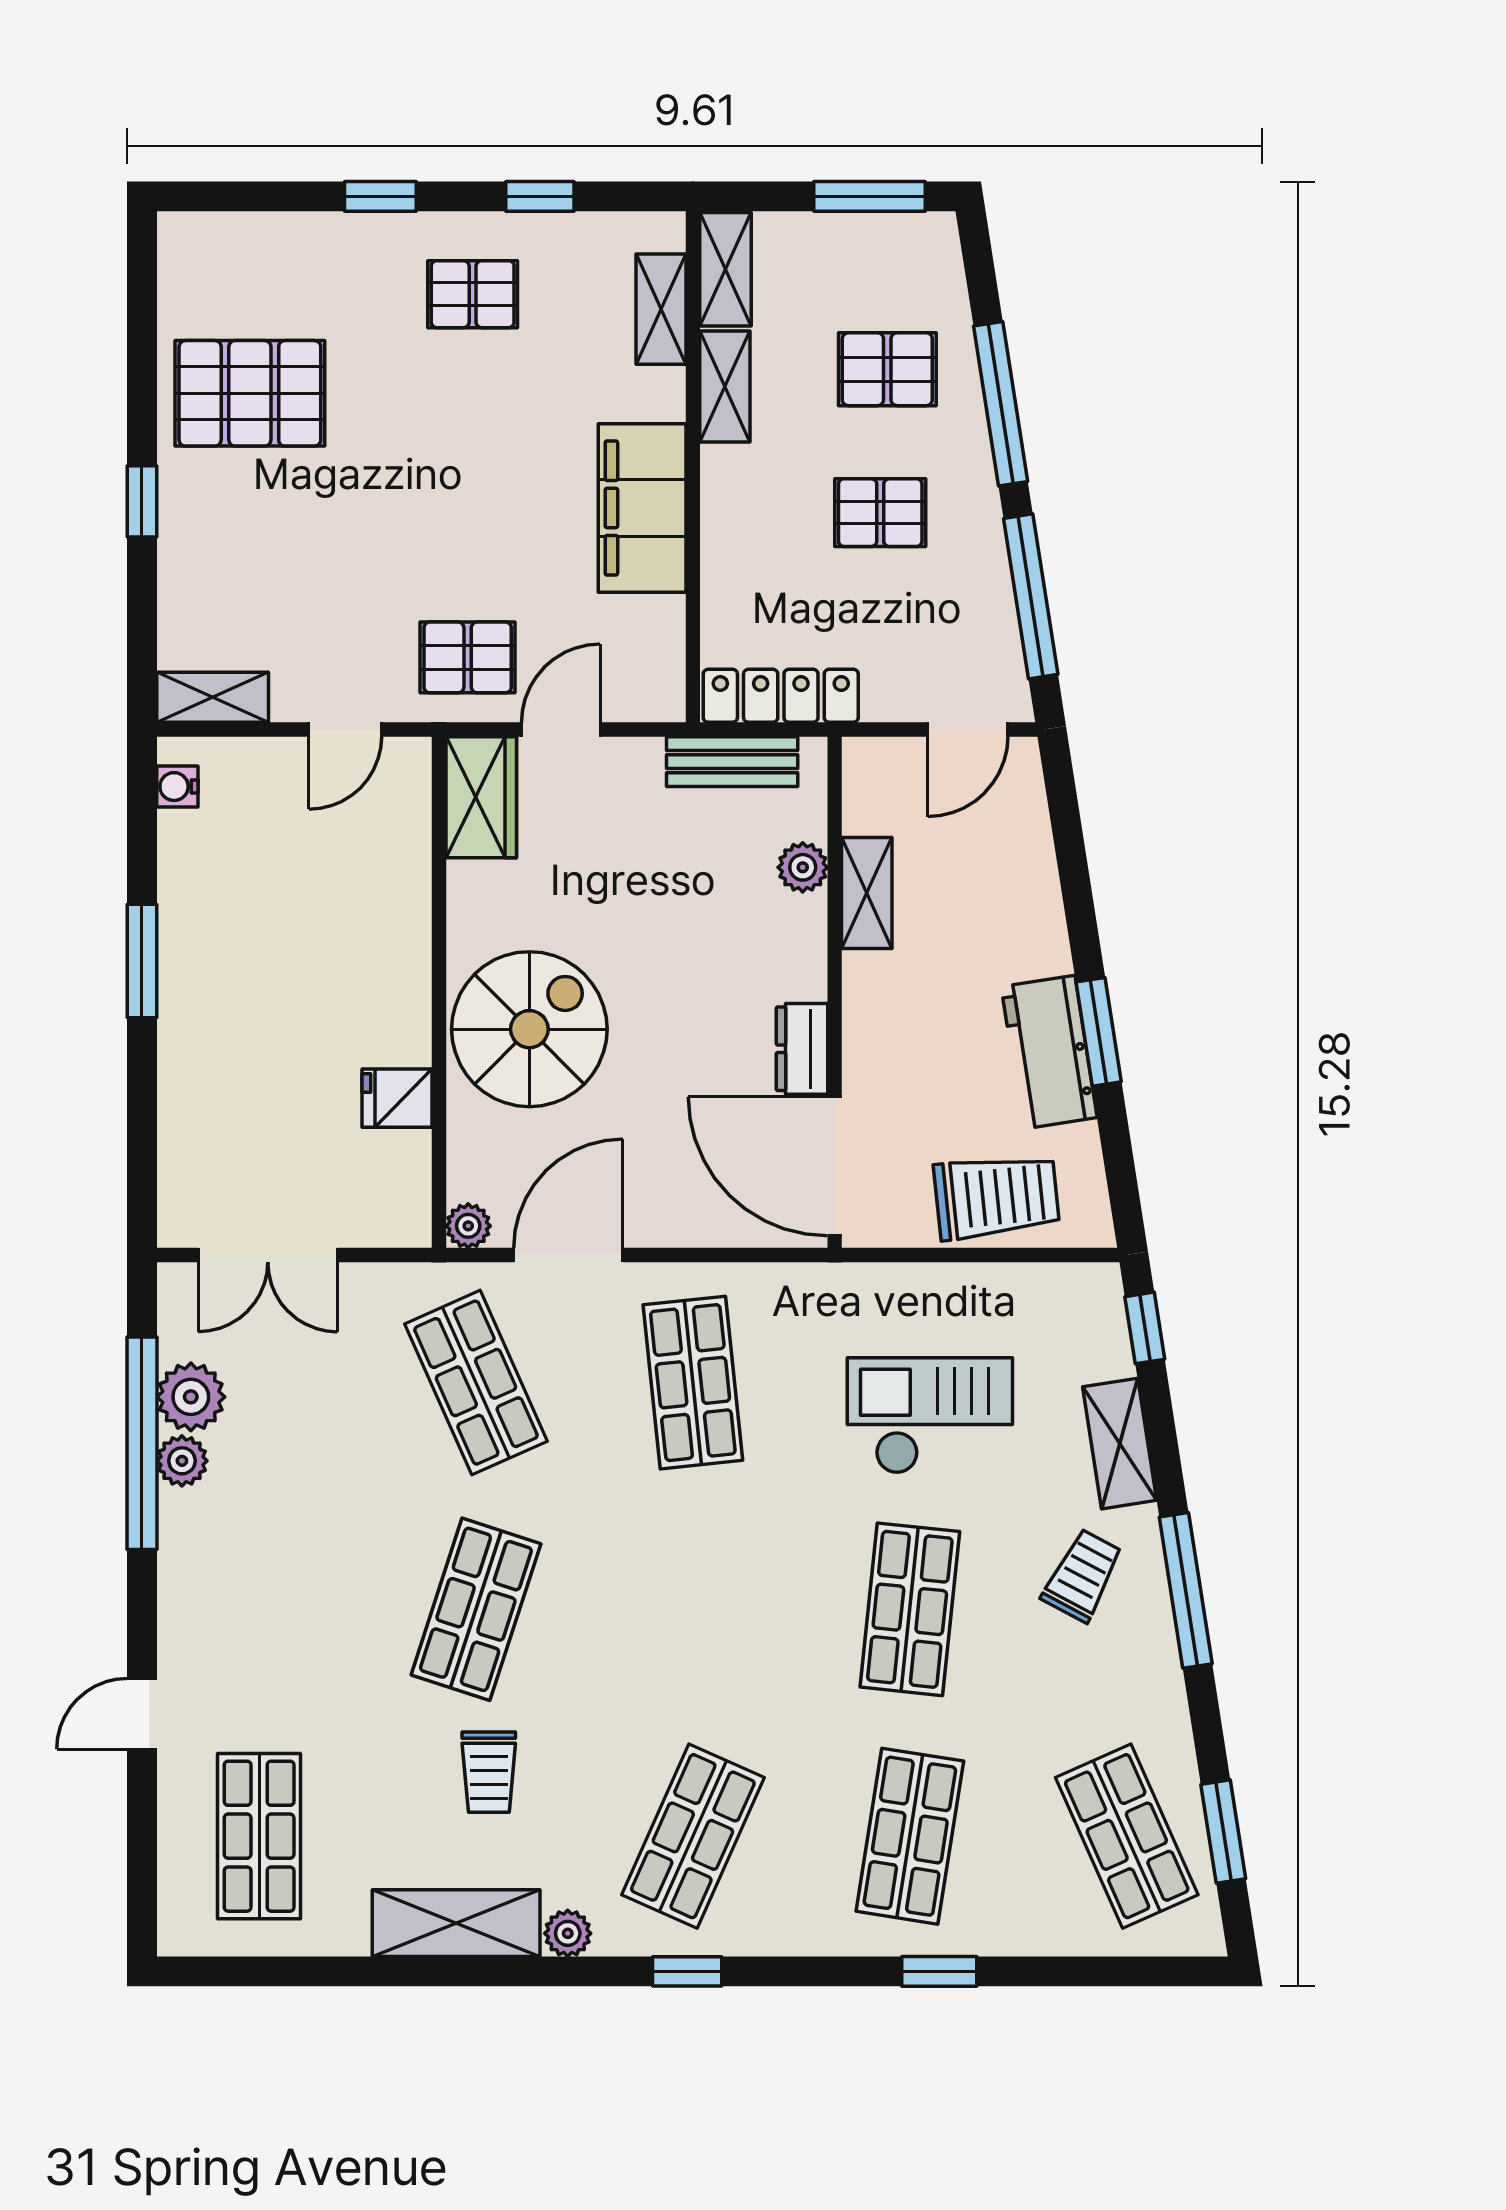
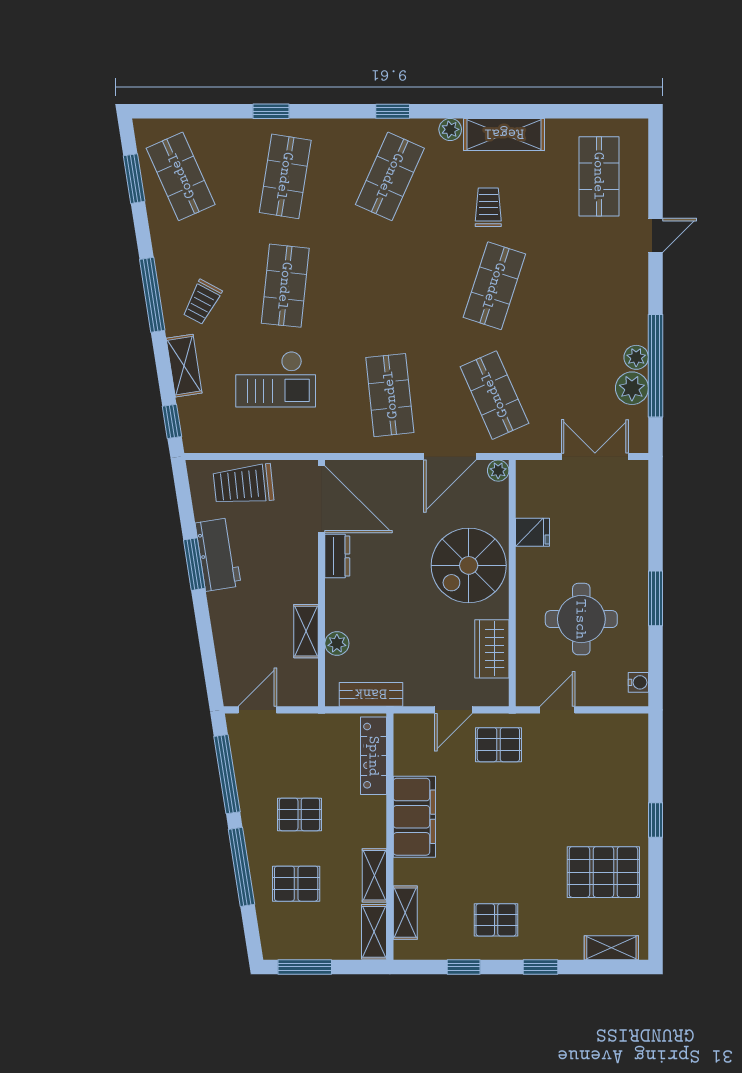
locker: (781, 696) -> (374, 756), moved, turned 90
shelving: (213, 697) -> (611, 948), moved
wardrobe: (481, 797) -> (492, 649), moved
round table: (296, 918) -> (581, 619), added

